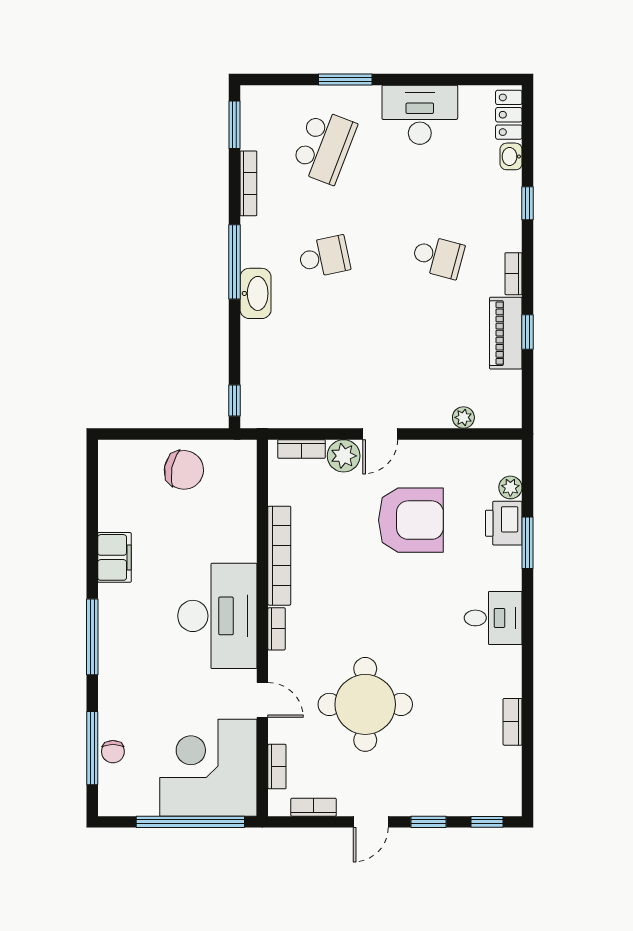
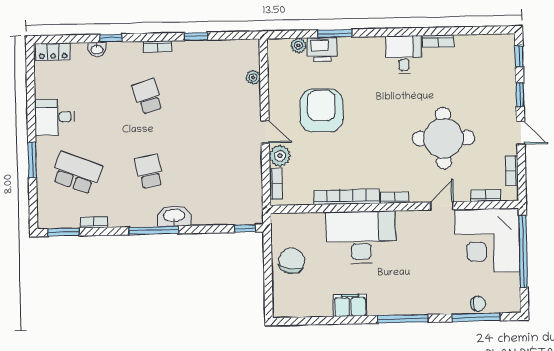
desk: (420, 115) -> (54, 117), width x0.73
washbasin: (511, 156) -> (97, 49), moved
bookcase: (248, 183) -> (94, 222), width x0.64
school desk: (438, 257) -> (148, 96), turned -33
piano: (506, 333) -> (197, 51), removed
desk: (217, 616) -> (361, 237), moved
desk: (493, 618) -> (404, 55), moved
bookcase: (513, 722) -> (438, 41), moved

